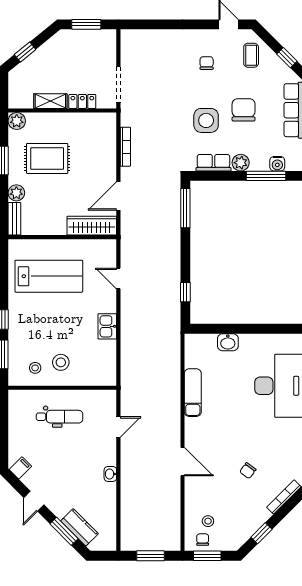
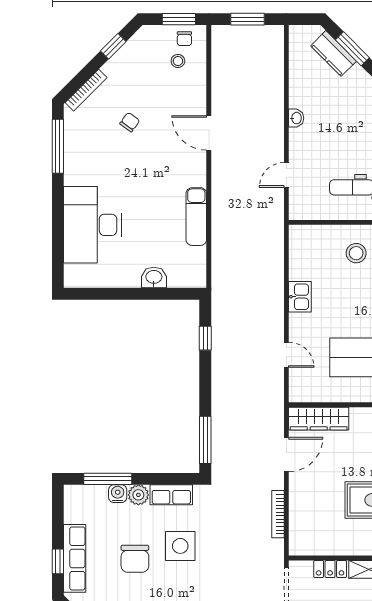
water cooler: (277, 164) -> (118, 494), moved

